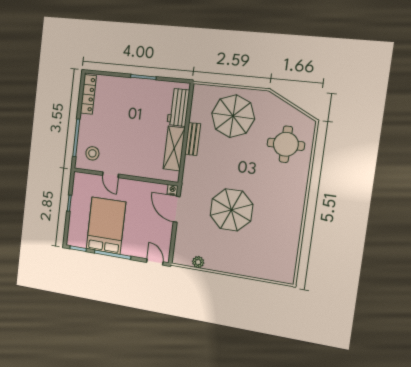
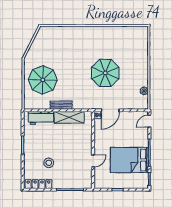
round table: (286, 144) -> (57, 43), removed
stool: (92, 153) -> (49, 163), moved

